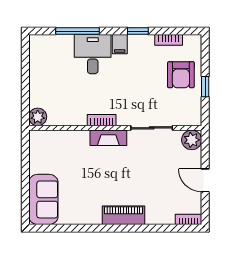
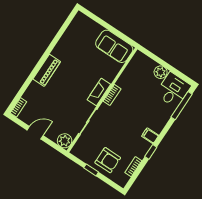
window: (78, 31) -> (182, 106), moved
desk: (93, 54) -> (173, 90), moved, turned -90
armchair: (181, 75) -> (108, 160), turned 180
plant: (38, 117) -> (161, 72), moved
sofa: (43, 199) -> (114, 46), moved

